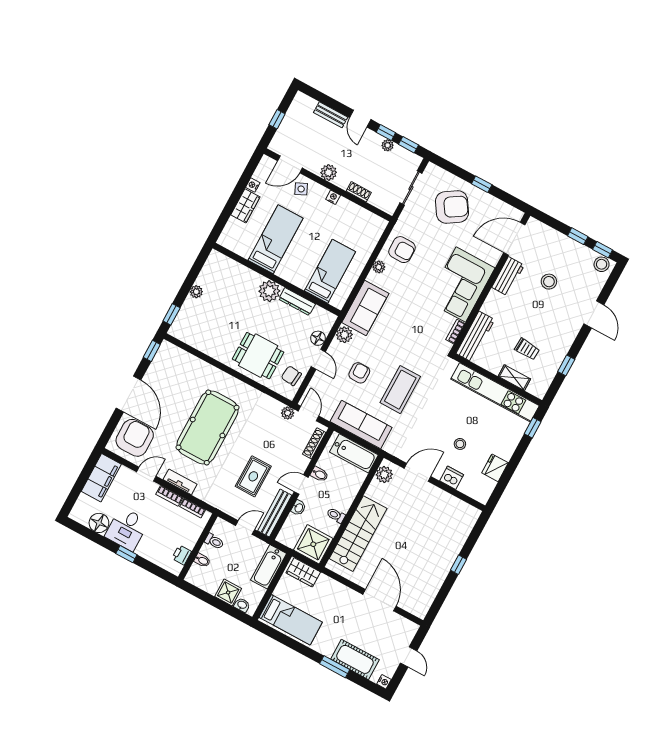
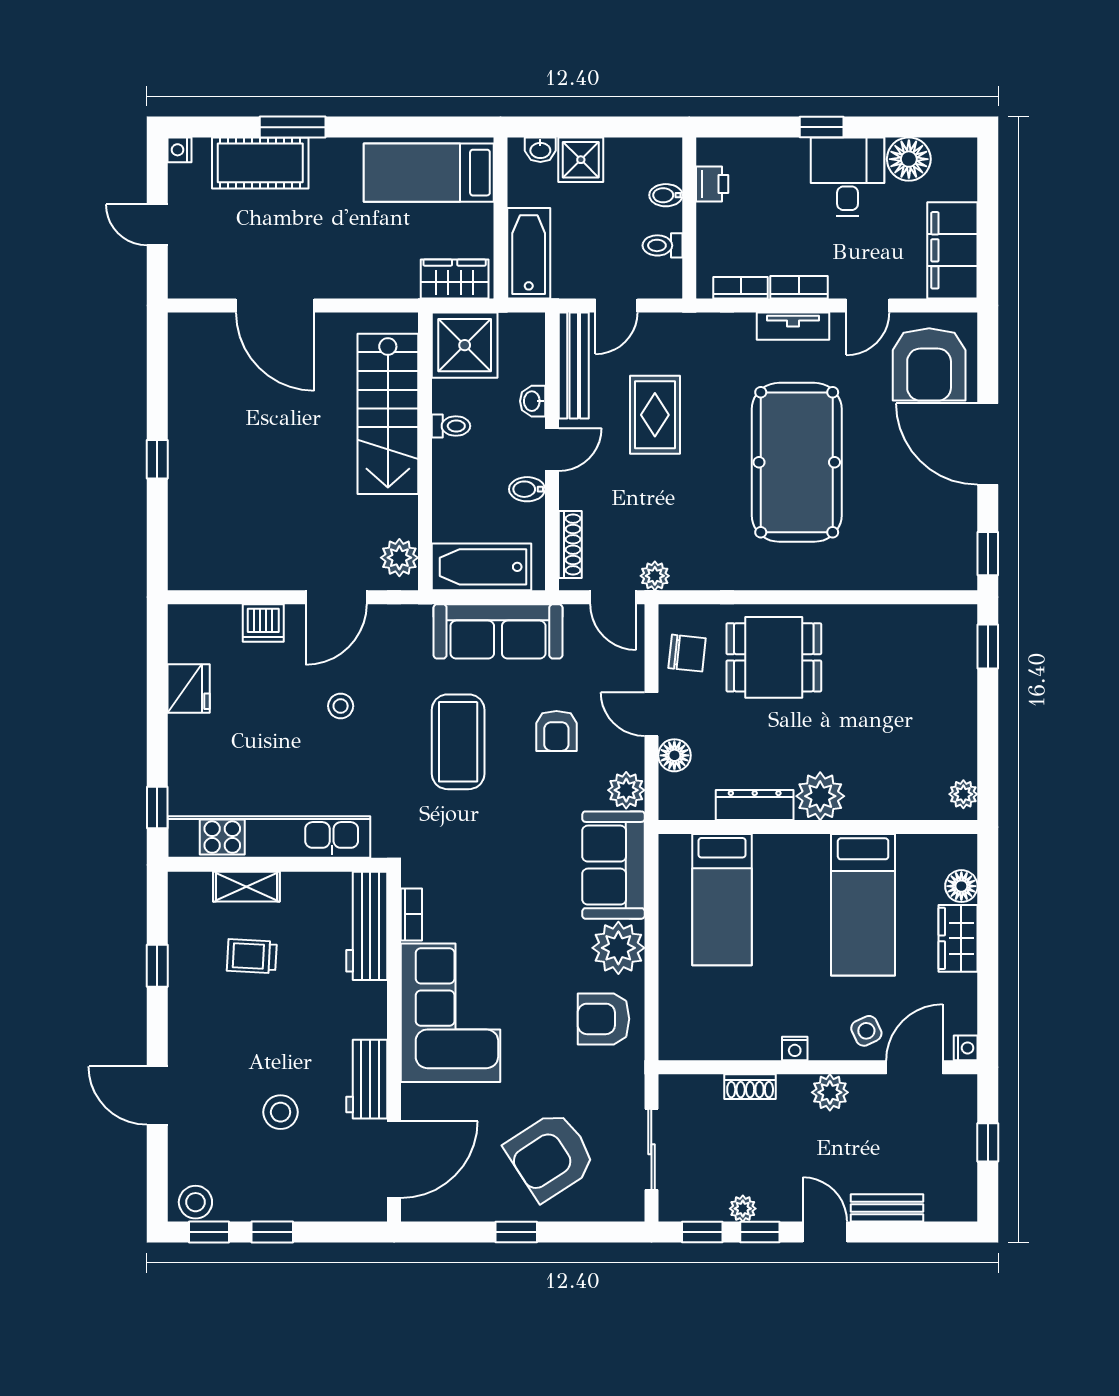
nightstand: (253, 185) -> (966, 1048), moved
floor lamp: (233, 226) -> (961, 886), added
plant: (379, 267) -> (618, 948), width x1.87, depth x1.87
plant: (196, 292) -> (963, 794), moved
stool: (460, 444) -> (341, 706), moved

